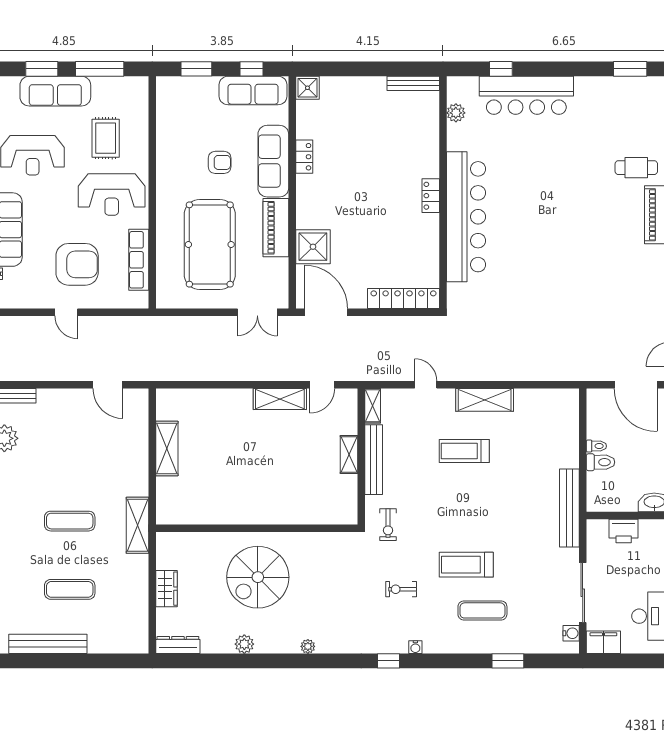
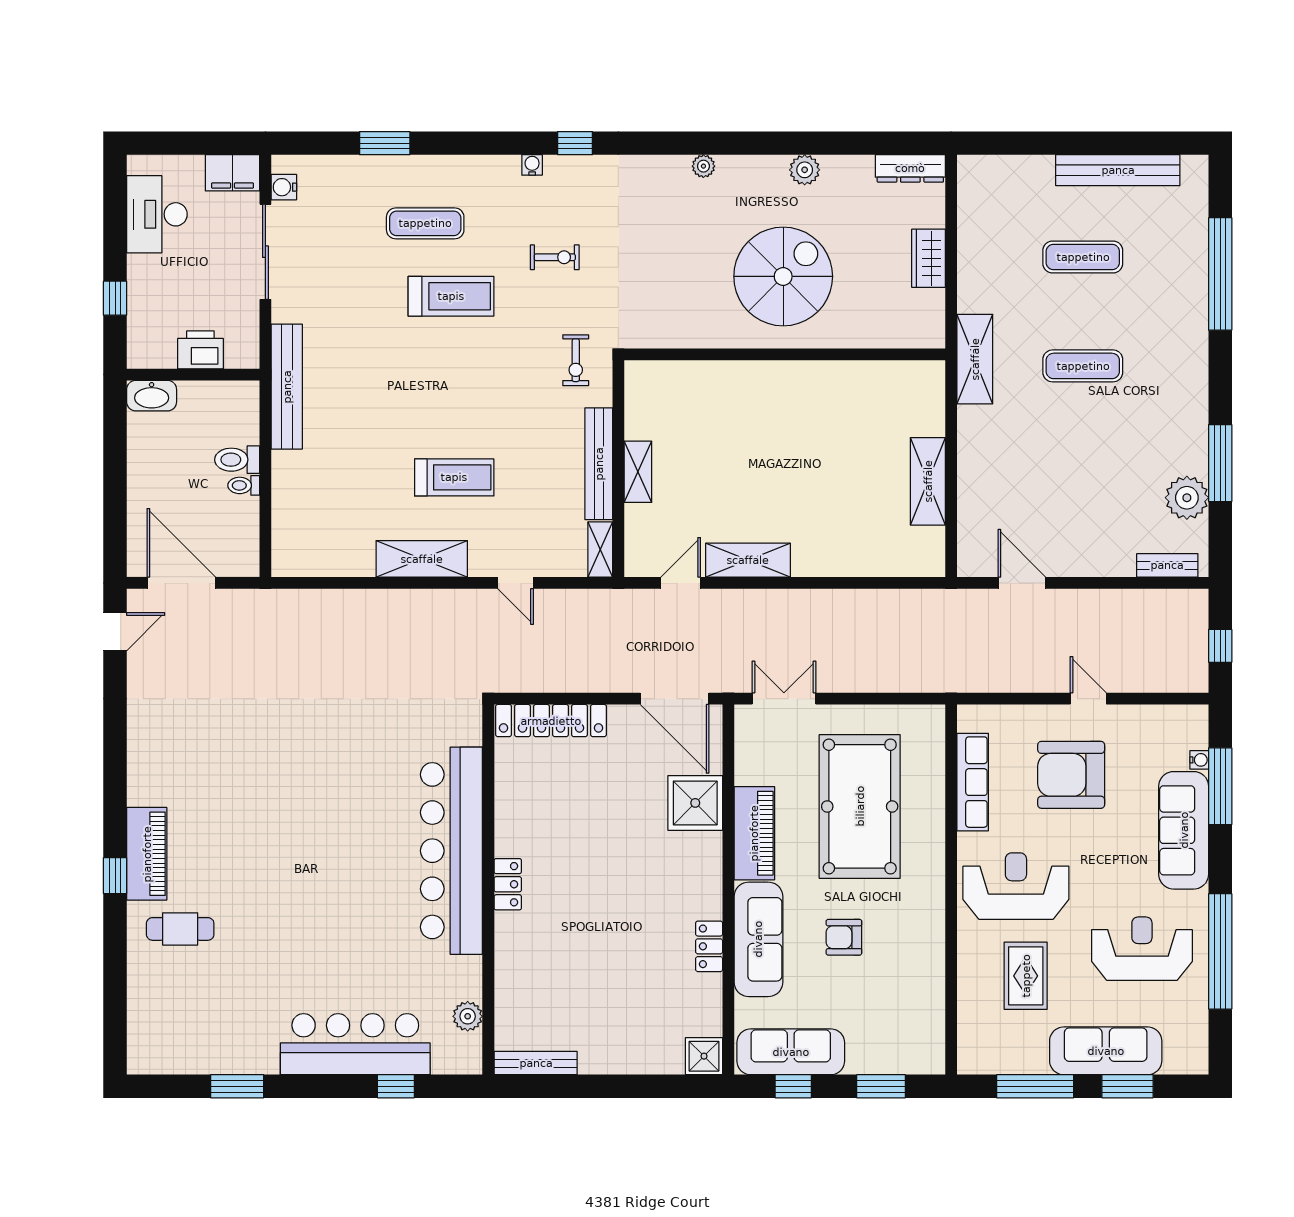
window: (630, 69) -> (237, 1086), moved
exercise bike: (388, 525) -> (576, 360), turned 180

